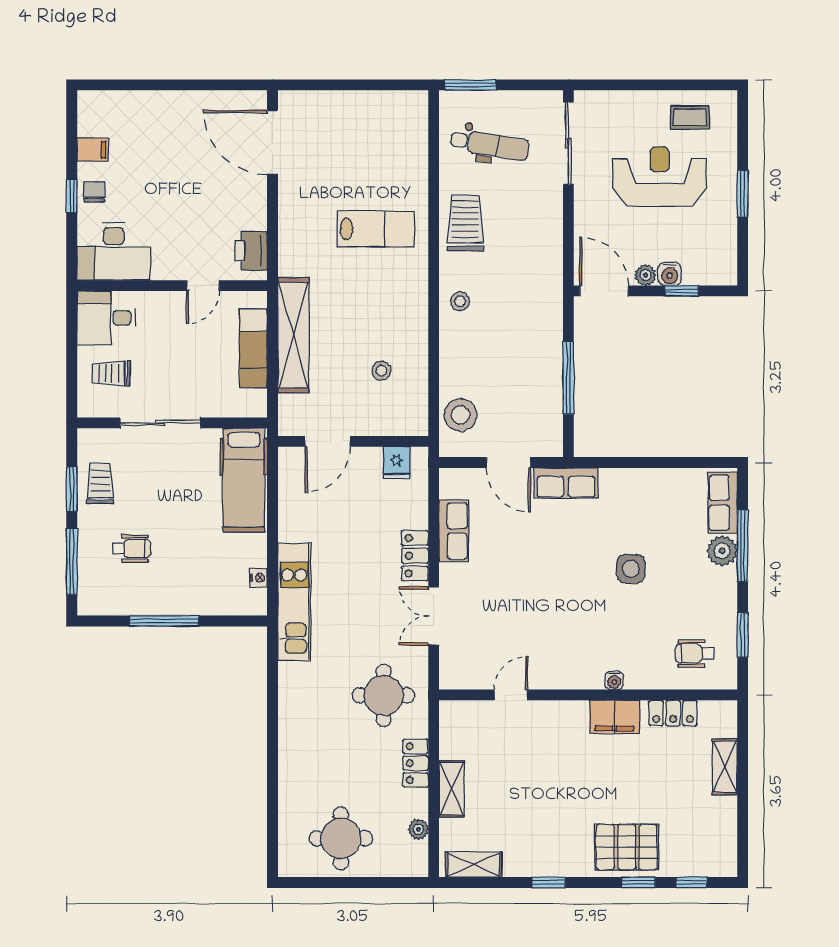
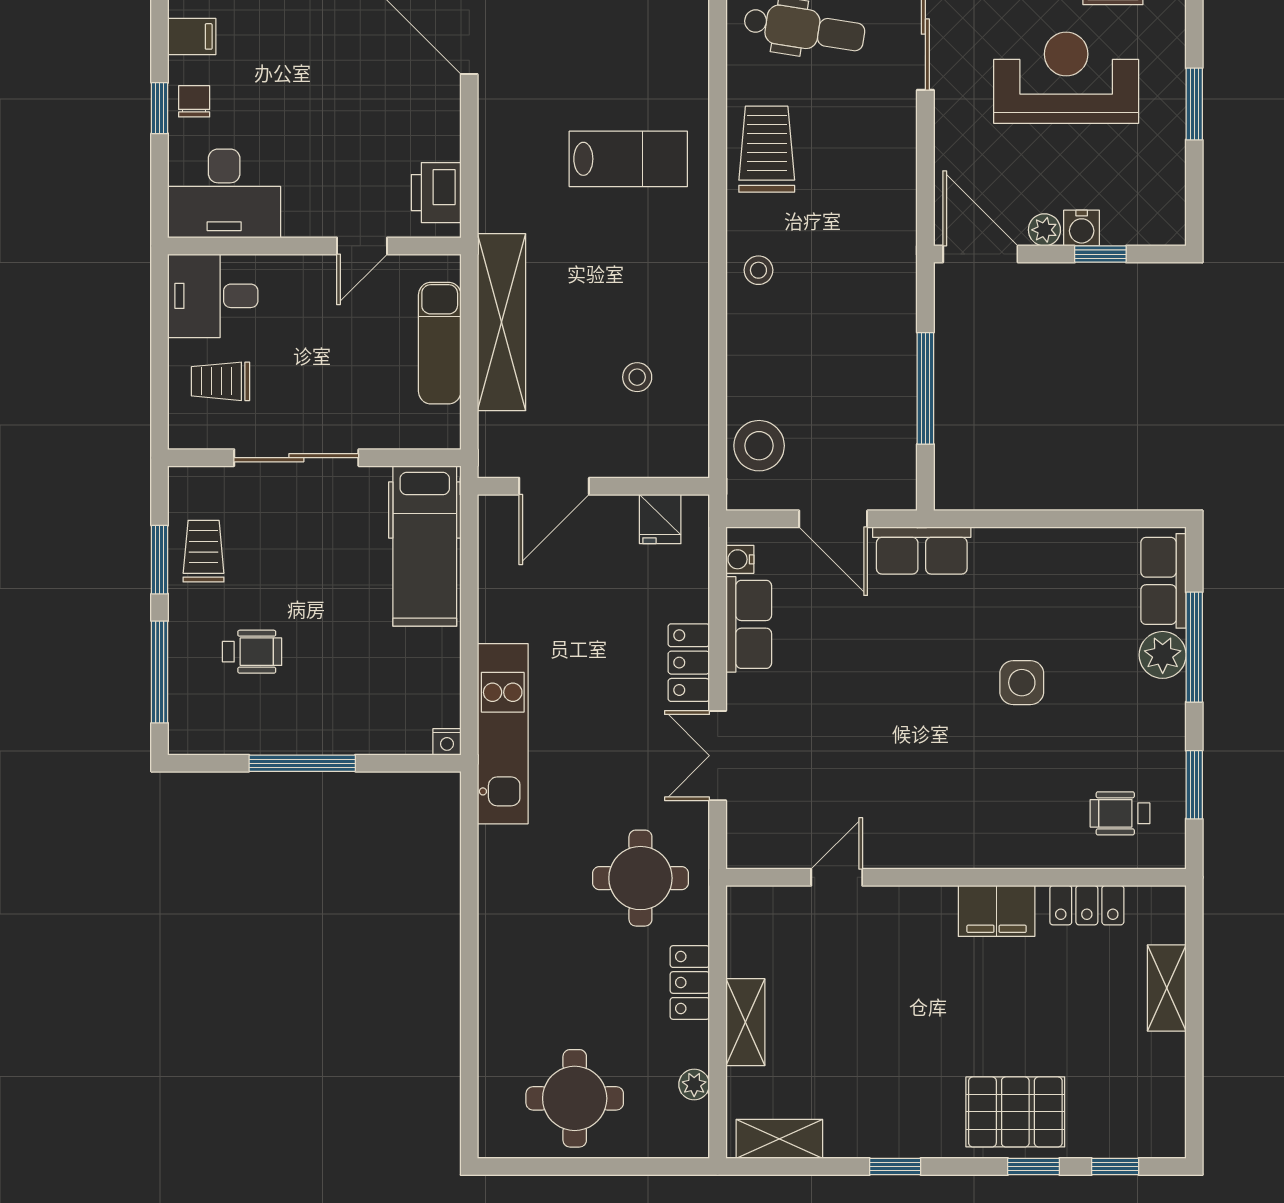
nightstand: (259, 578) -> (447, 742), moved, turned 90
water cooler: (614, 681) -> (740, 559), moved, turned 90

